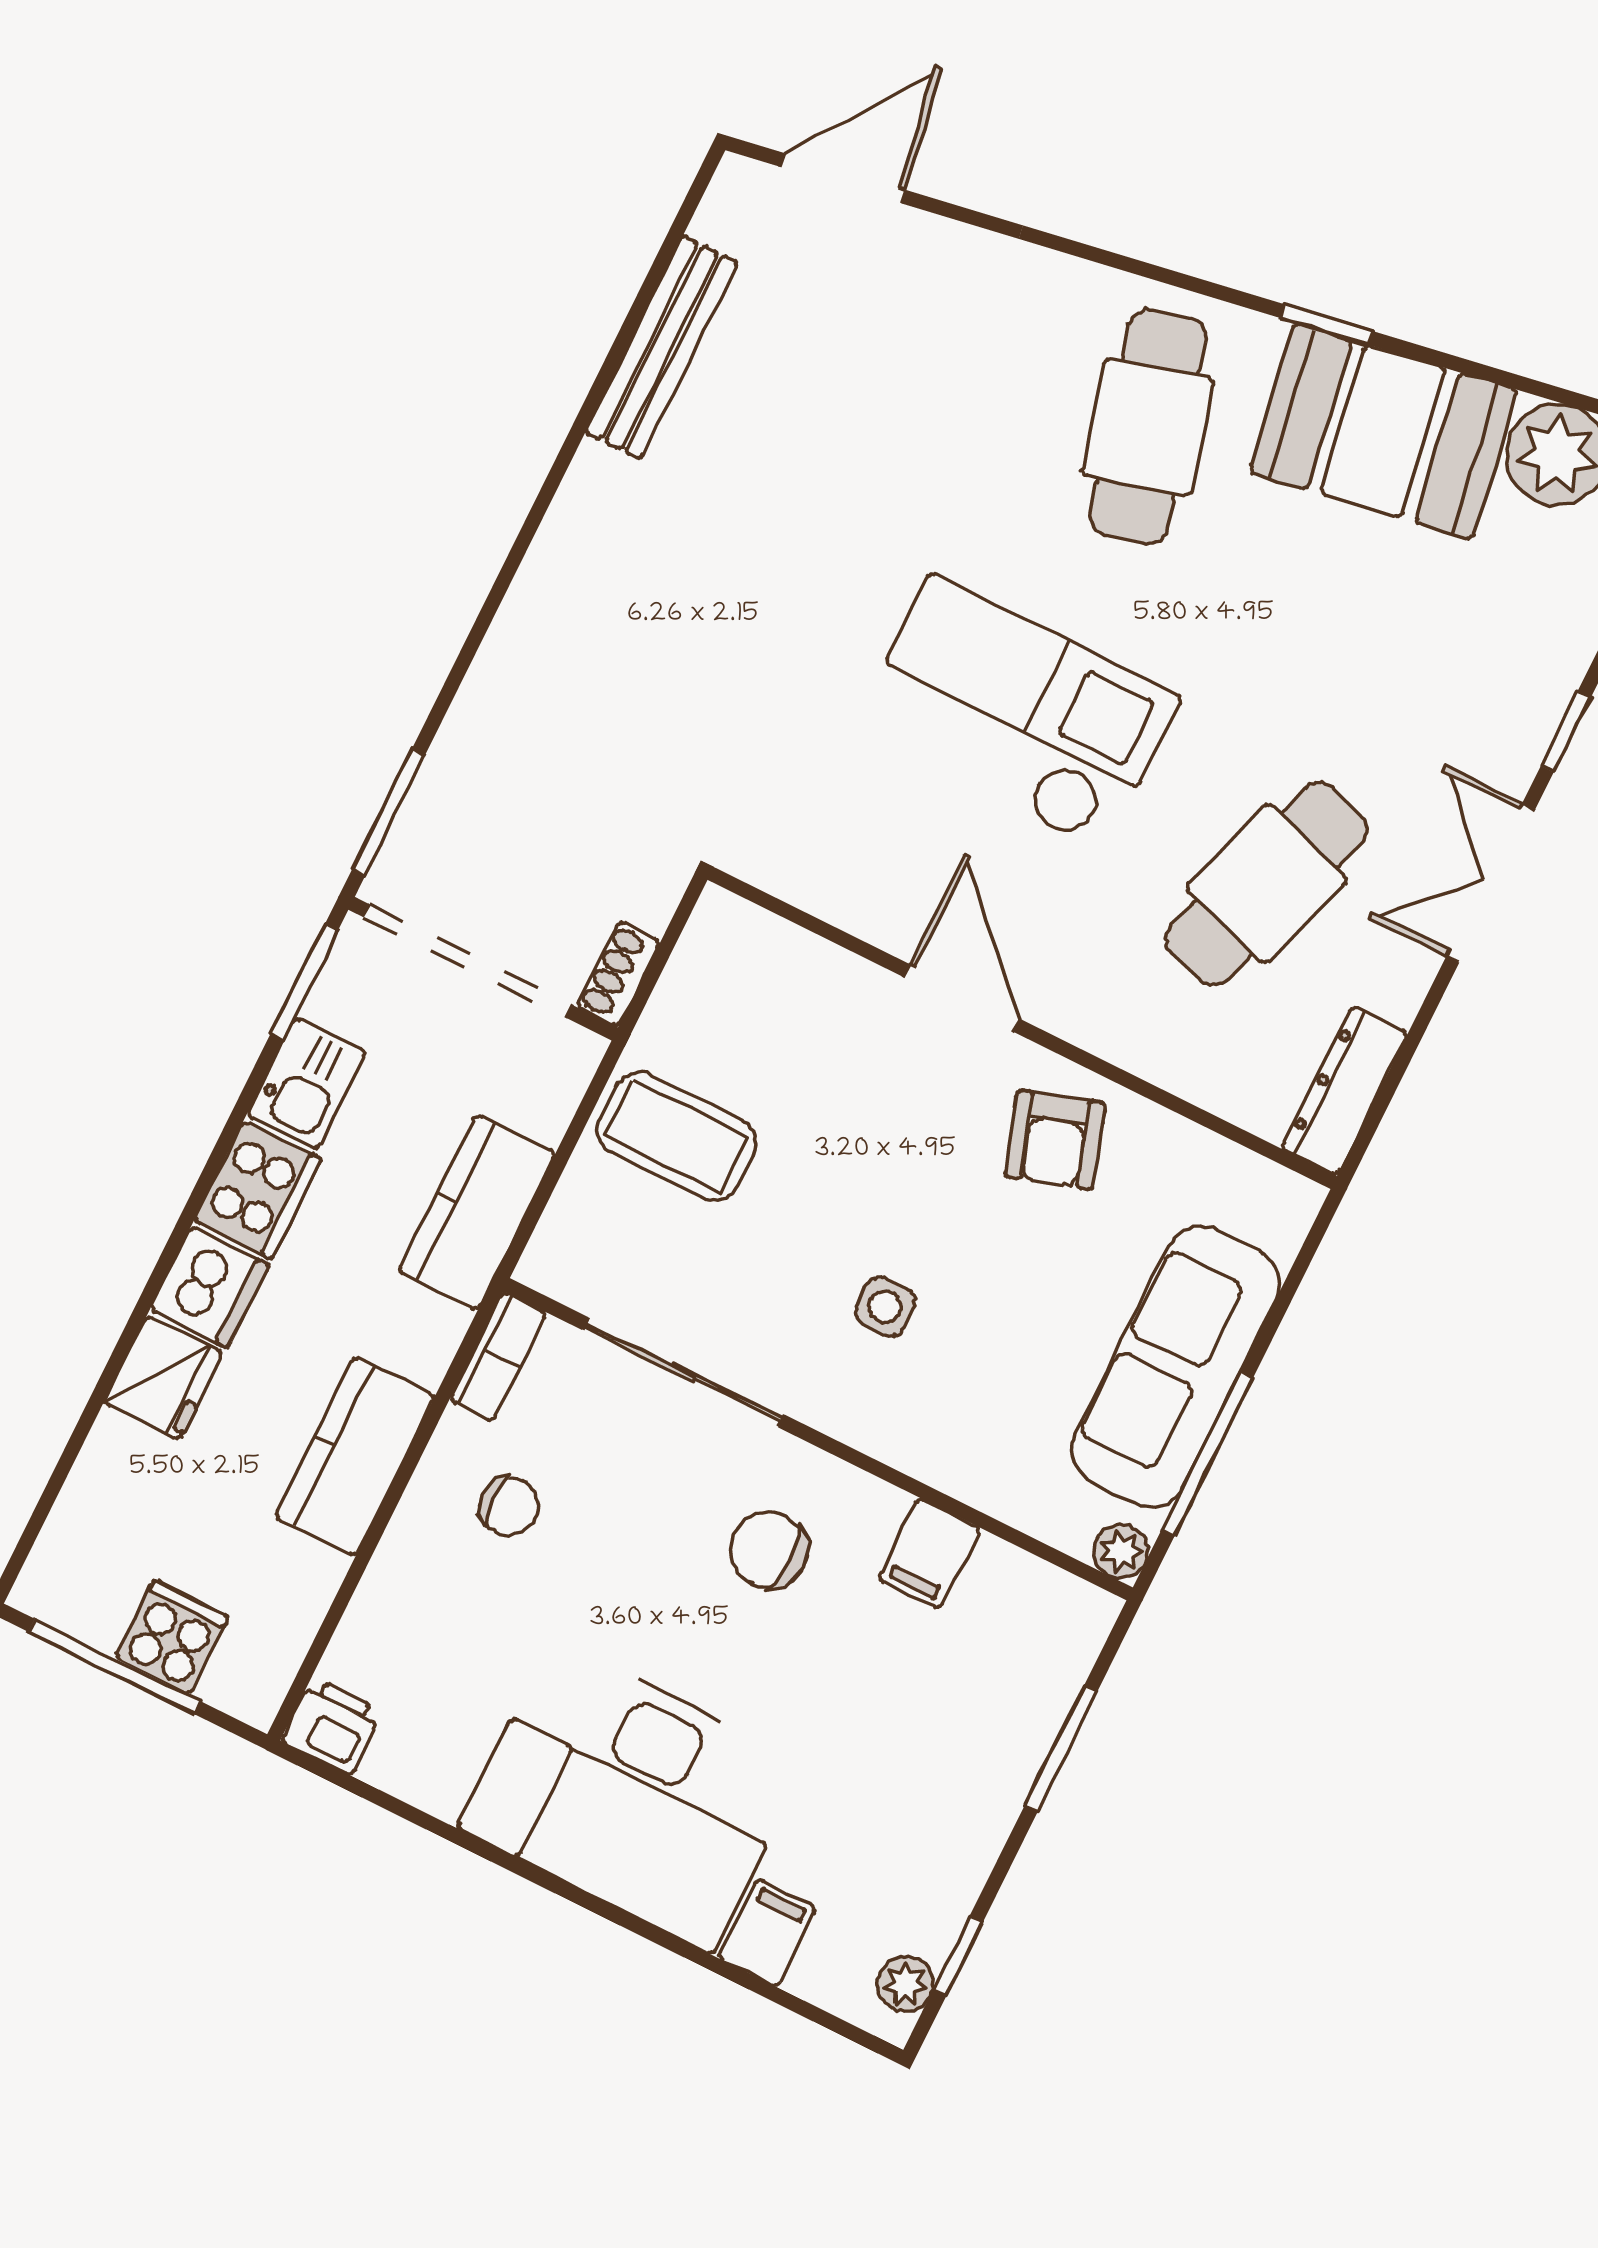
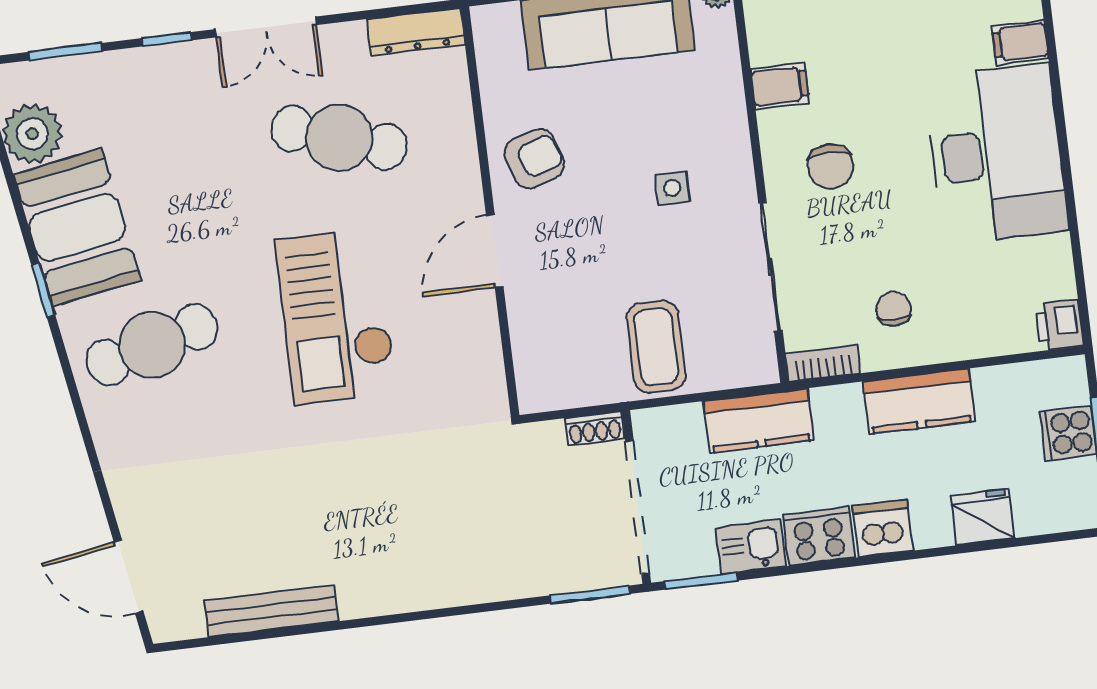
fridge: (163, 1378) -> (983, 517), moved

